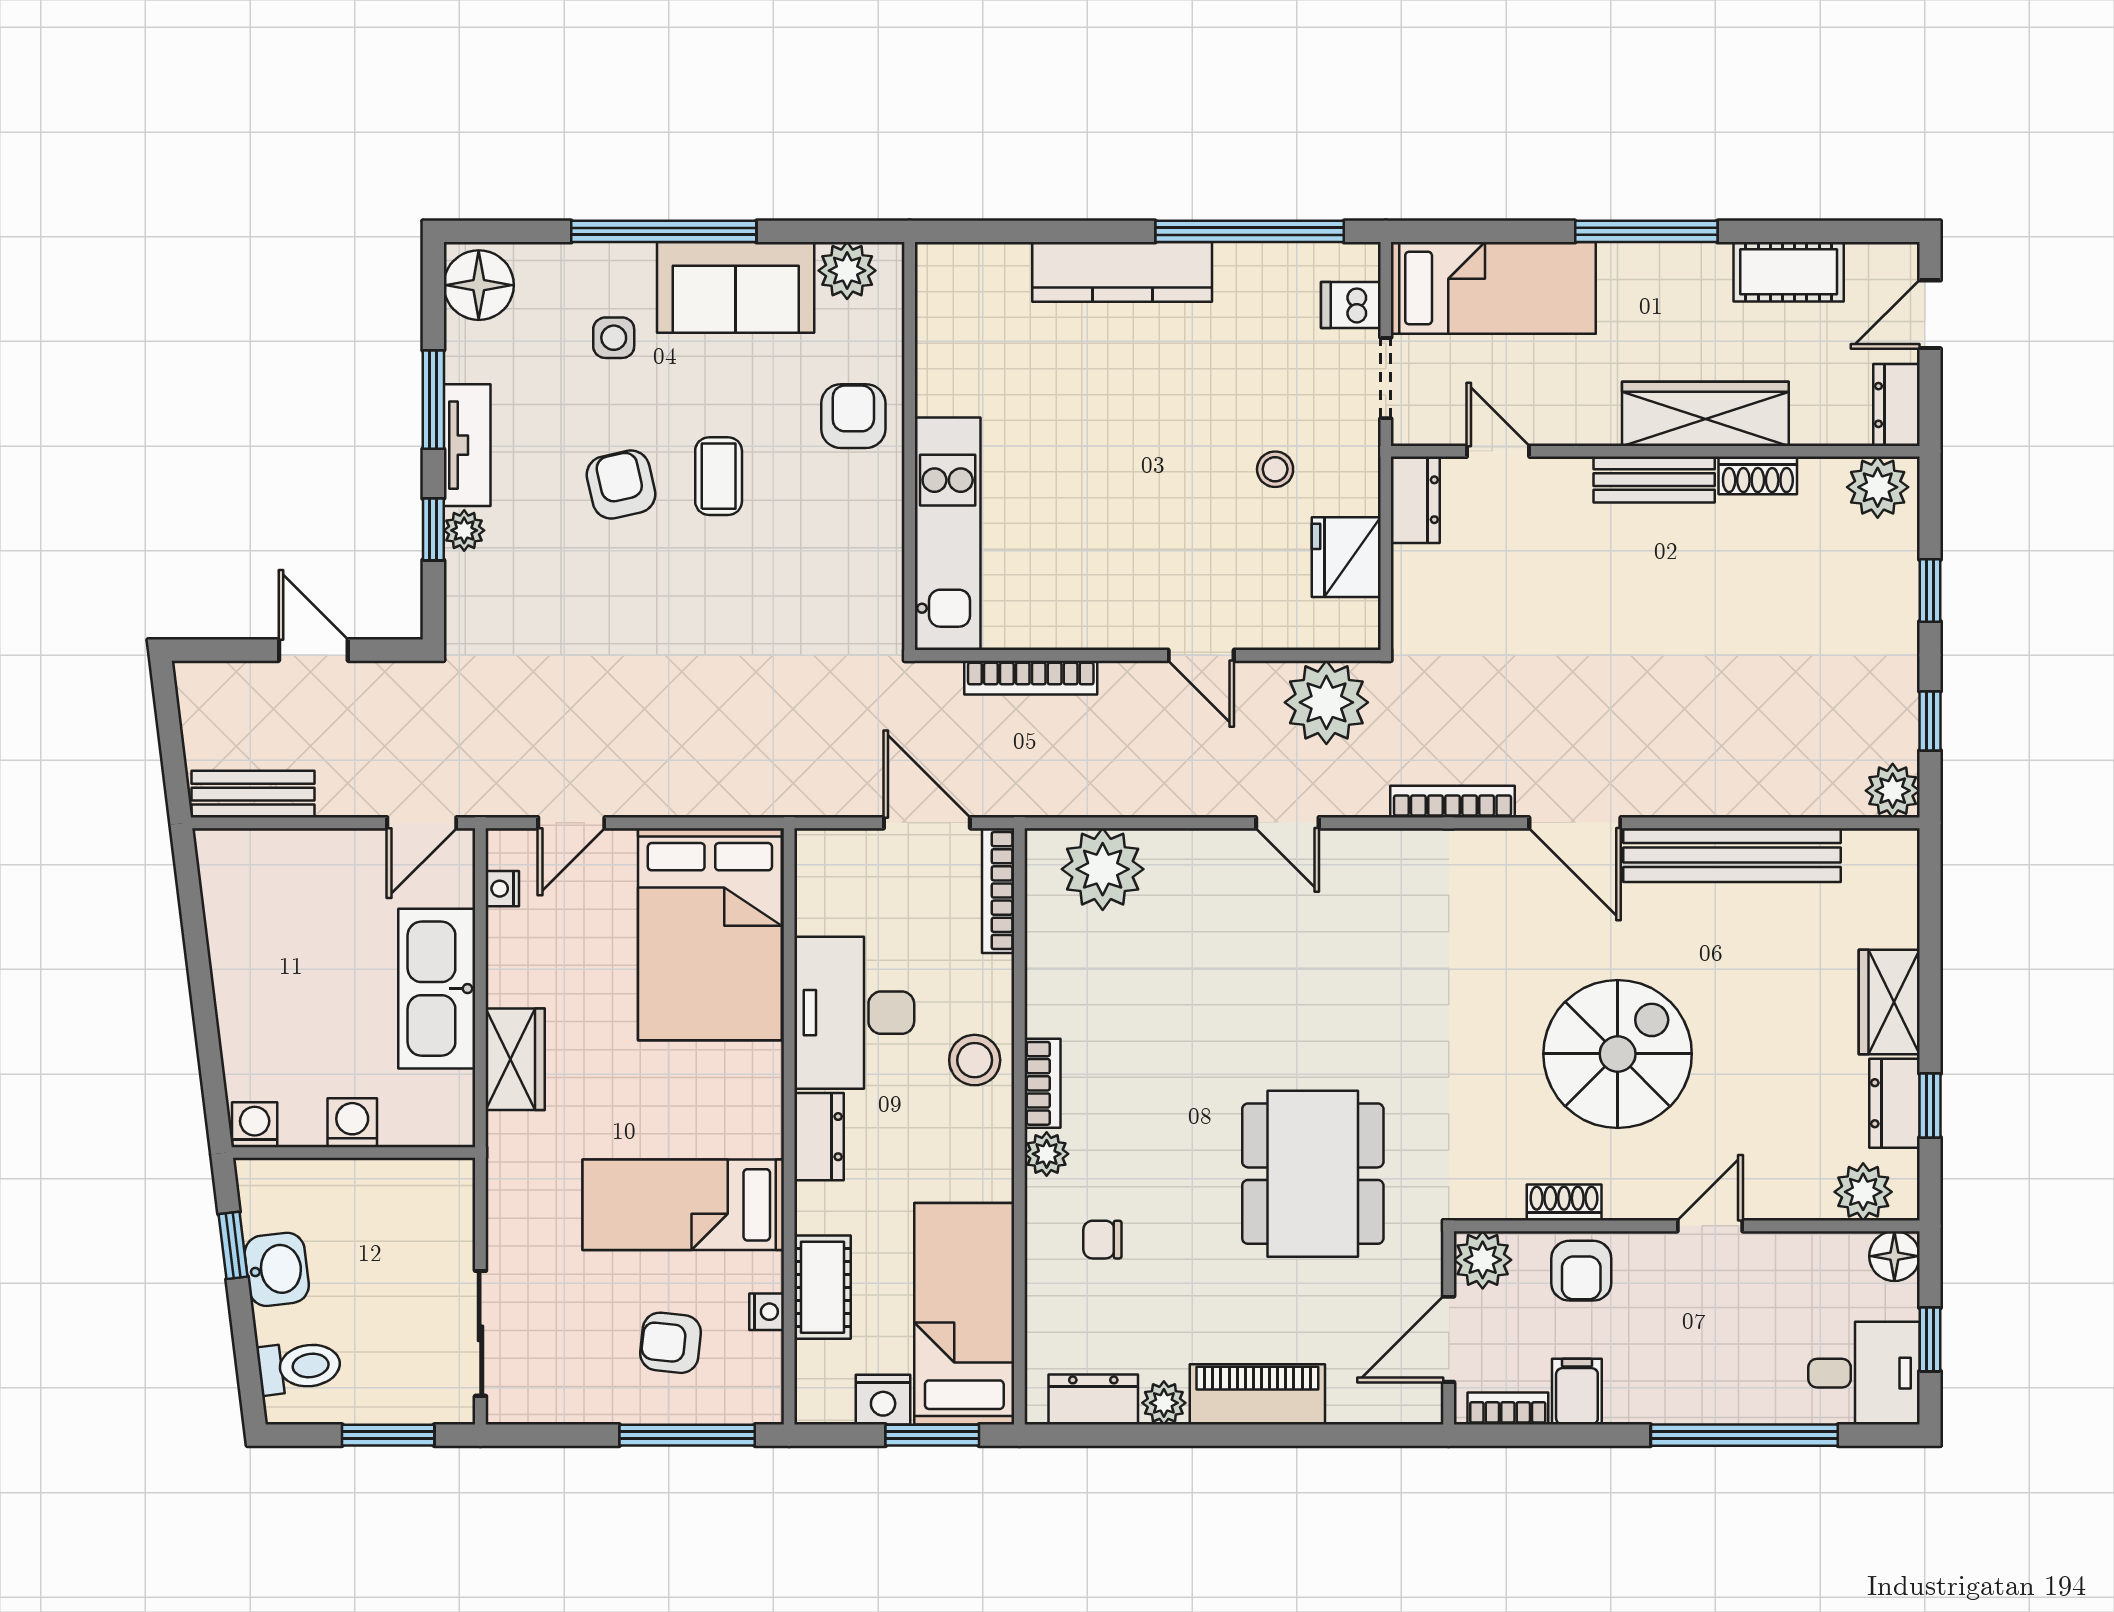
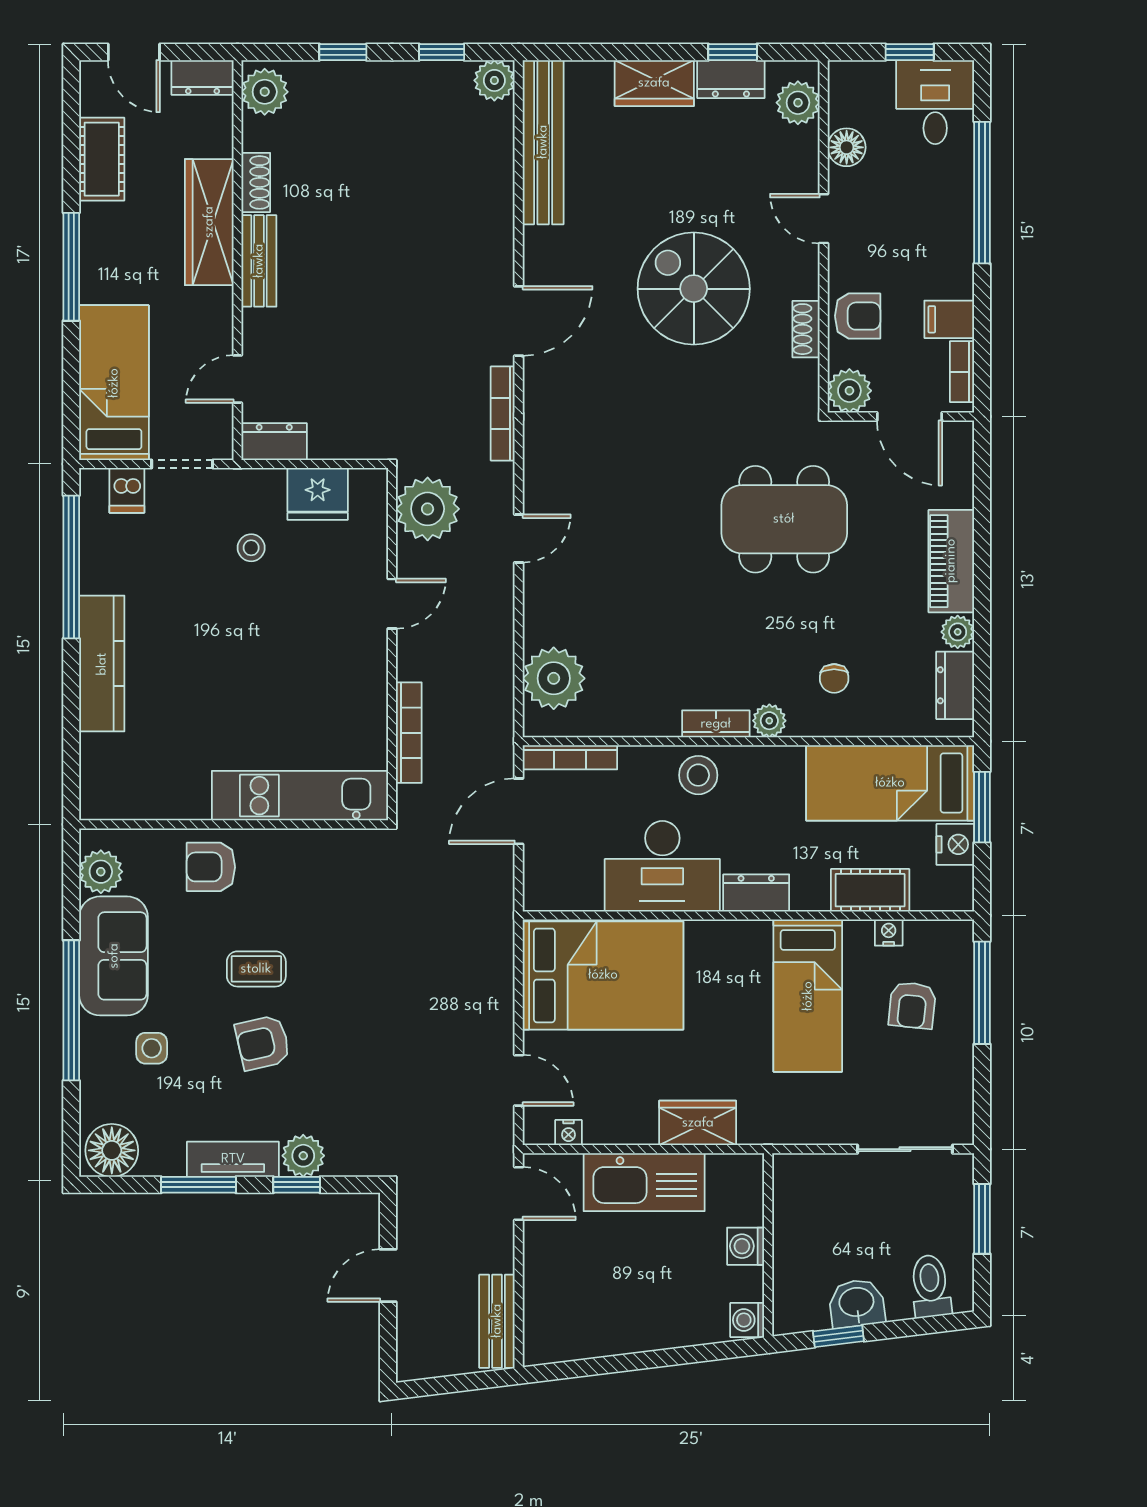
plant: (464, 530) -> (303, 1156), width x1.38, depth x1.38
bench: (1732, 855) -> (543, 142), moved
floor lamp: (1894, 1256) -> (847, 147), moved

